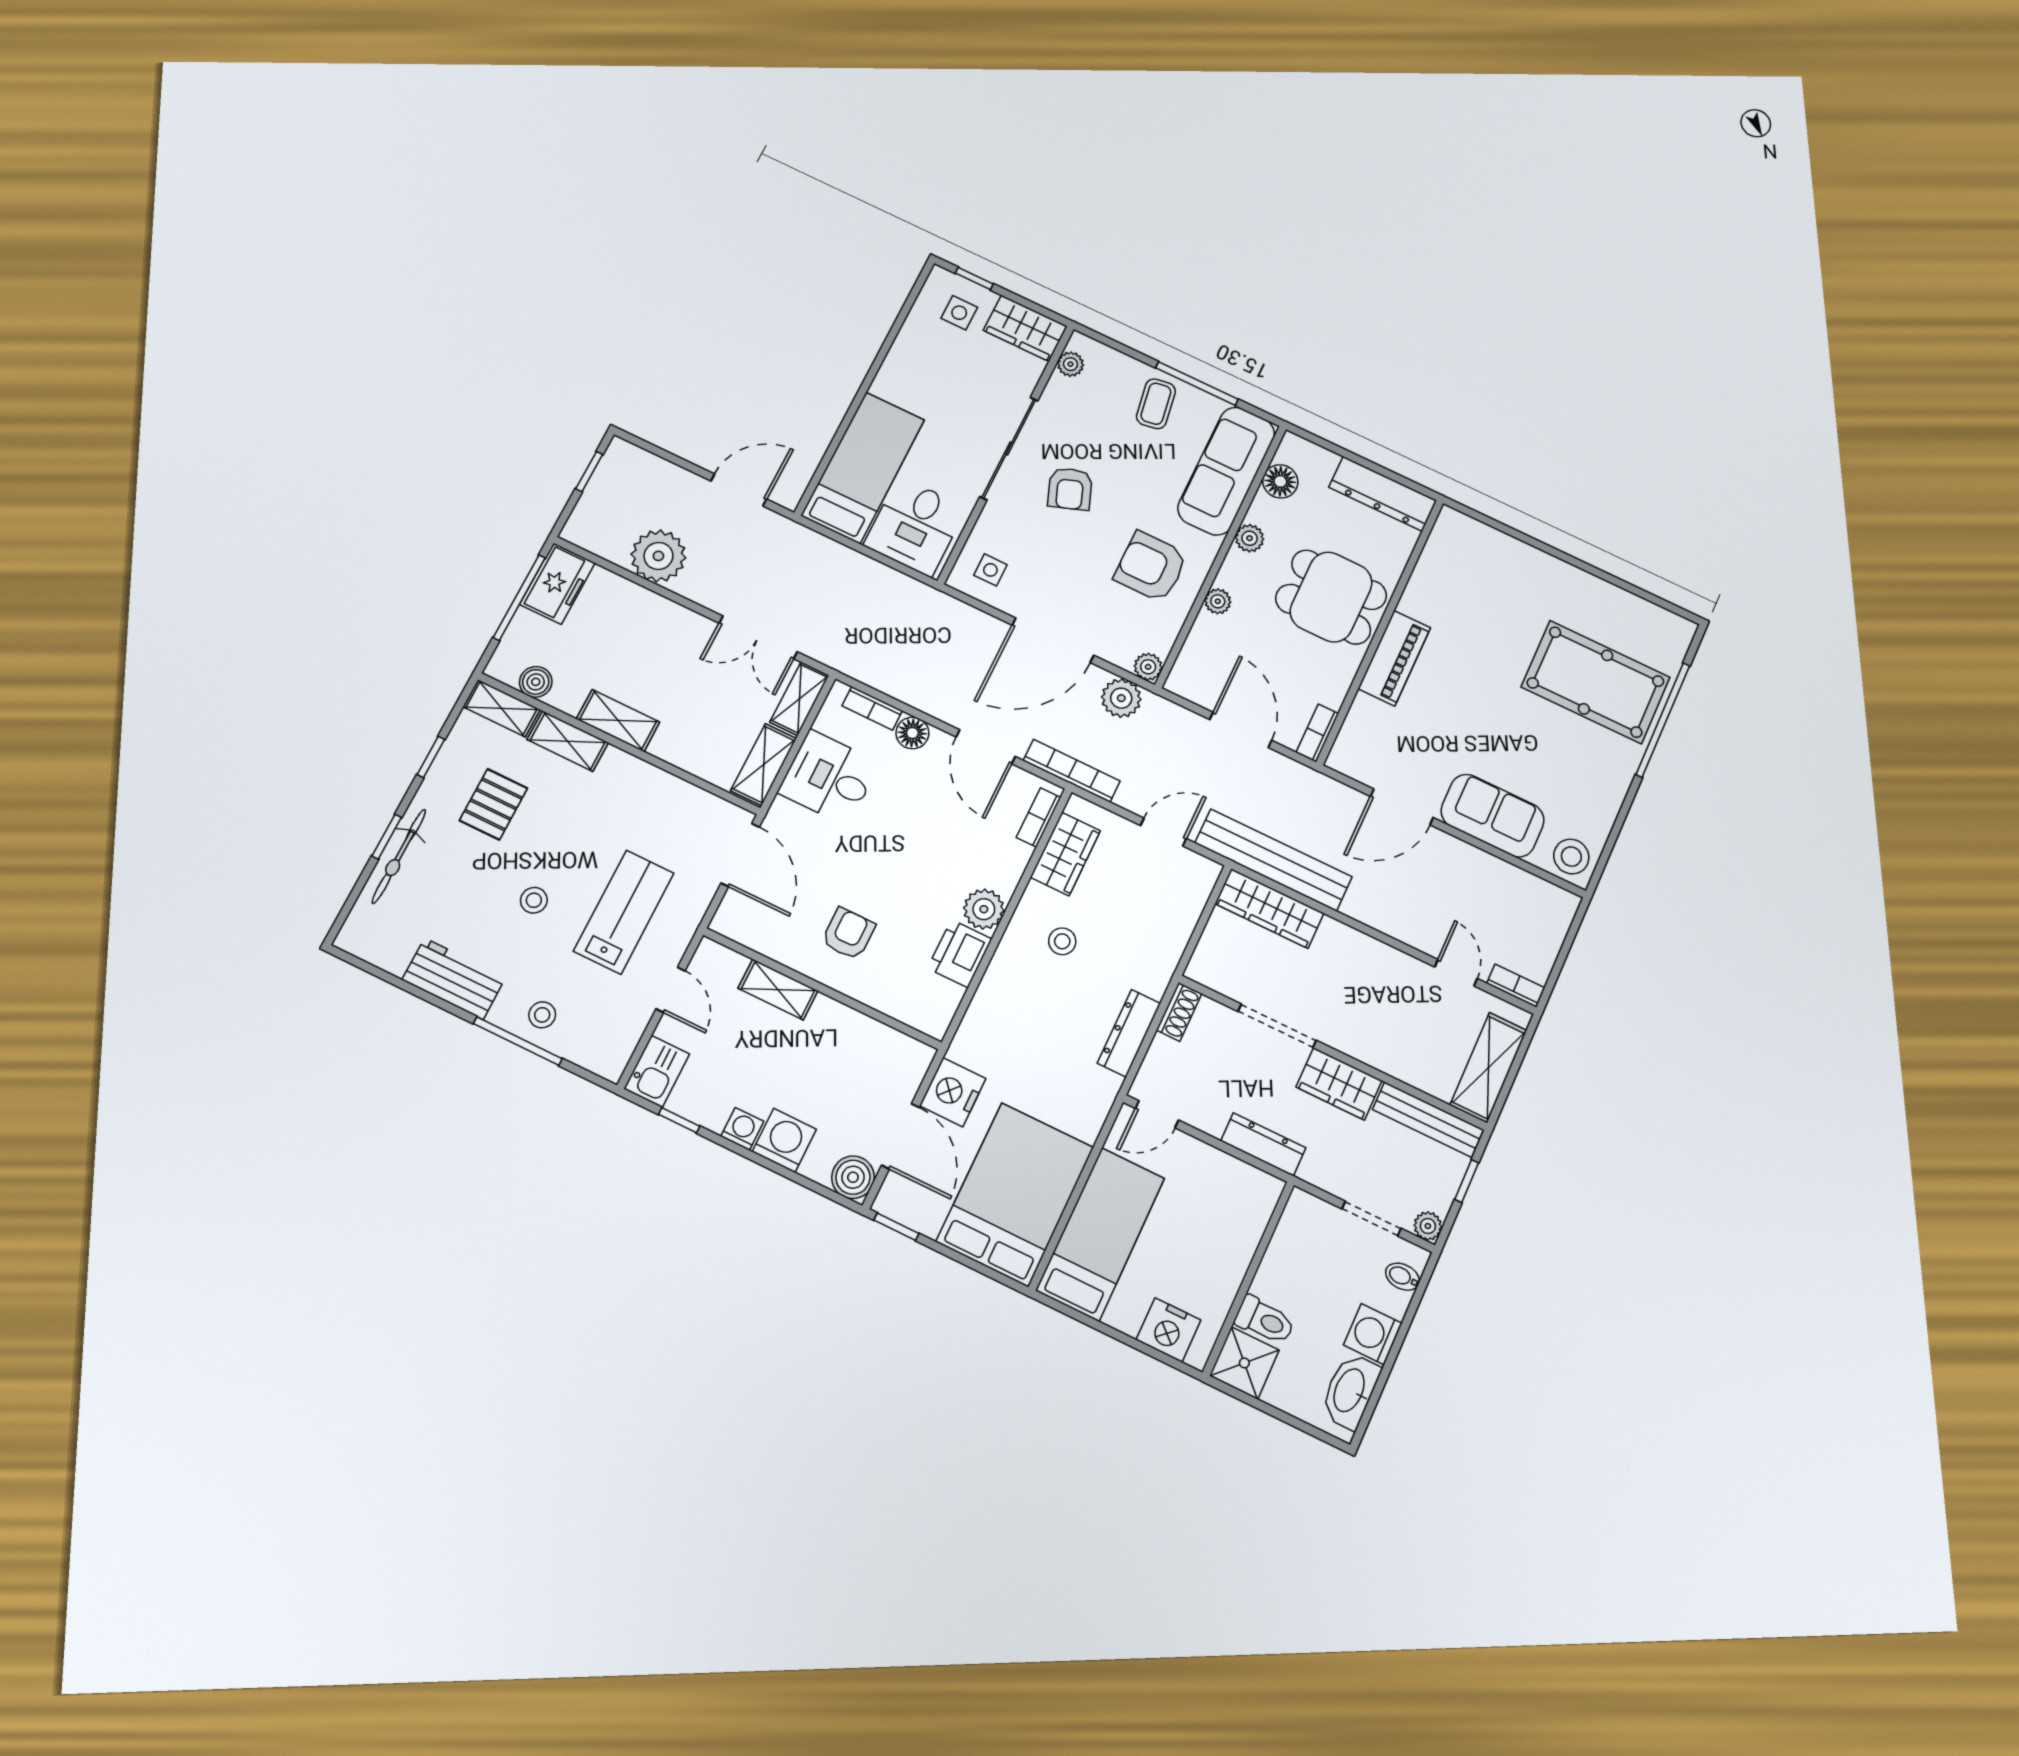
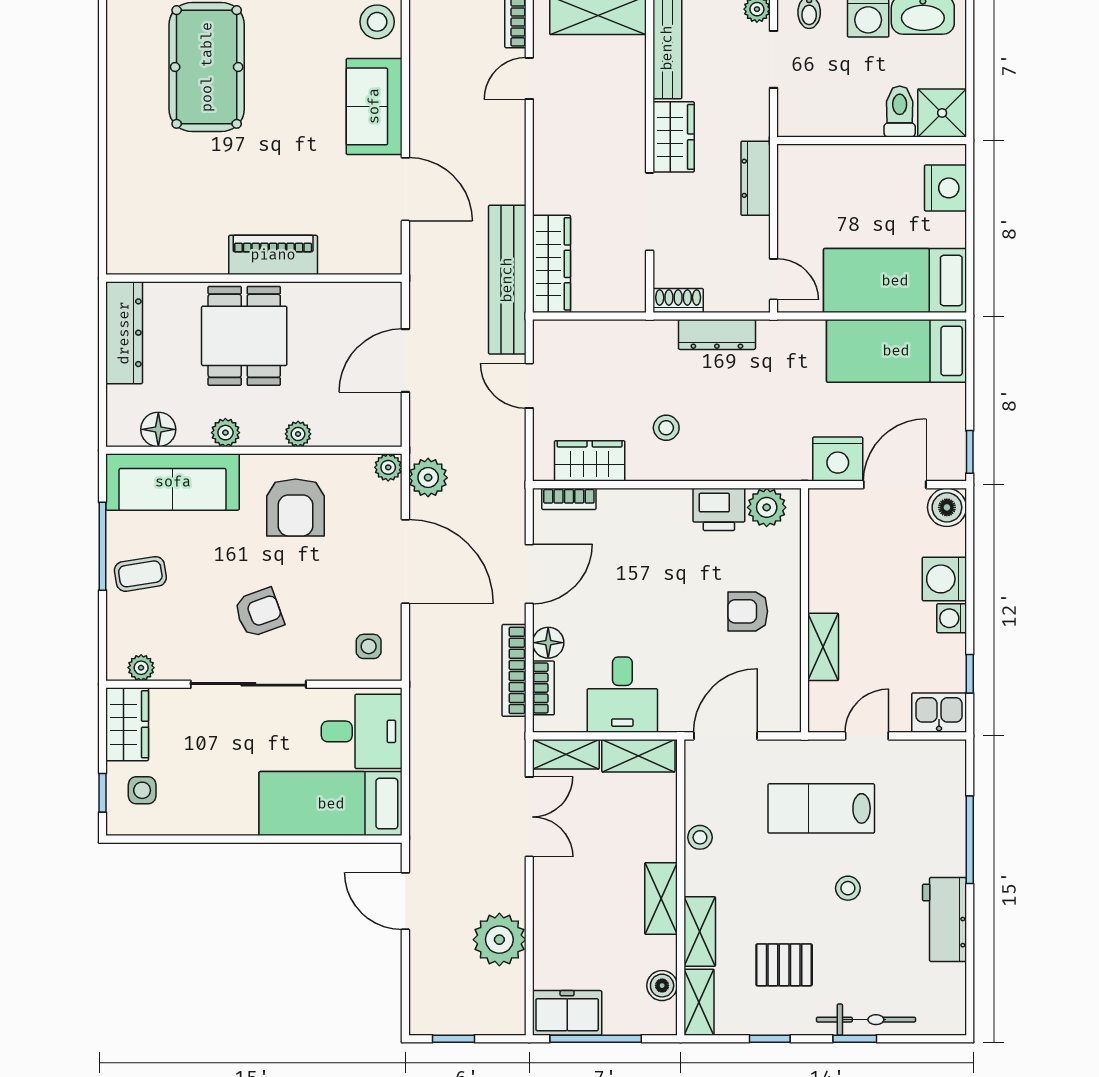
bookcase: (1317, 733) -> (375, 292), removed
bookcase: (1072, 771) -> (514, 670), moved
plant: (984, 909) -> (767, 507), moved
stool: (542, 1015) -> (700, 837), moved
bed: (1015, 1194) -> (896, 351), width x0.67

